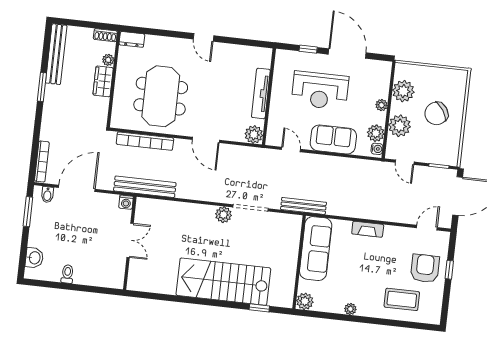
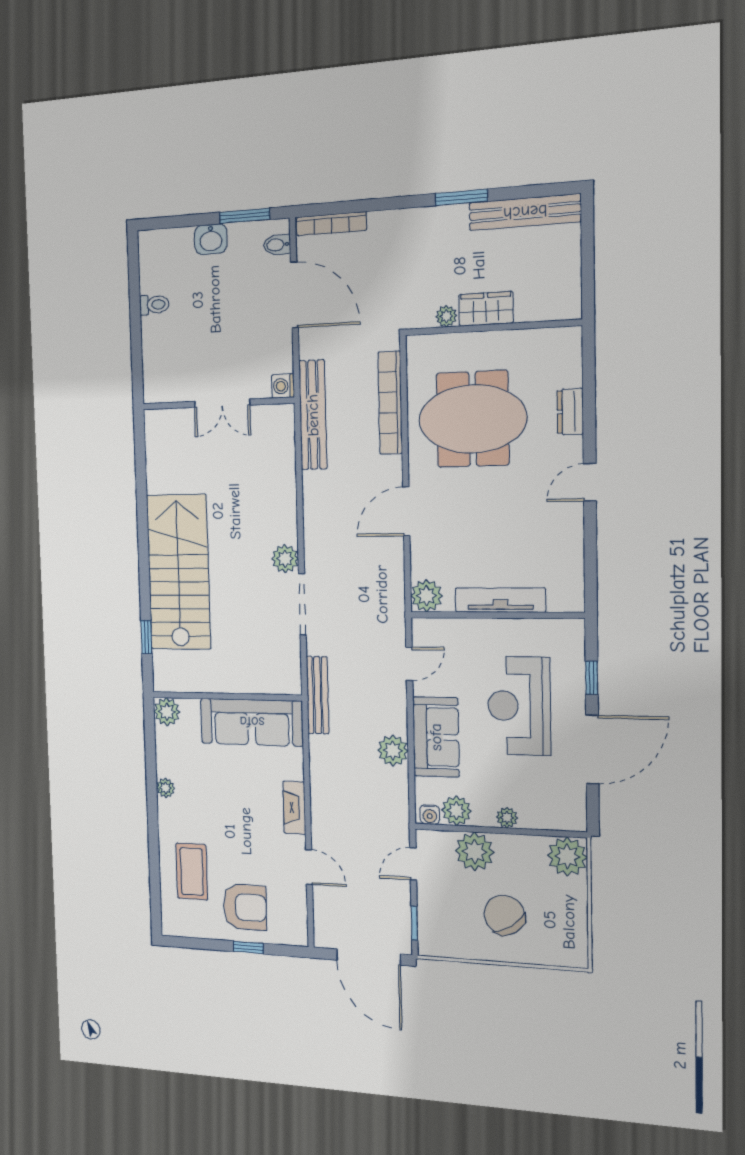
shoe rack: (105, 35) -> (572, 298), removed
dresser: (132, 39) -> (570, 412), moved
plant: (108, 60) -> (446, 316), moved
plant: (403, 91) -> (567, 856), moved
plant: (339, 166) -> (393, 751), added
door: (427, 228) -> (309, 867), moved
washbasin: (34, 258) -> (211, 239), moved

